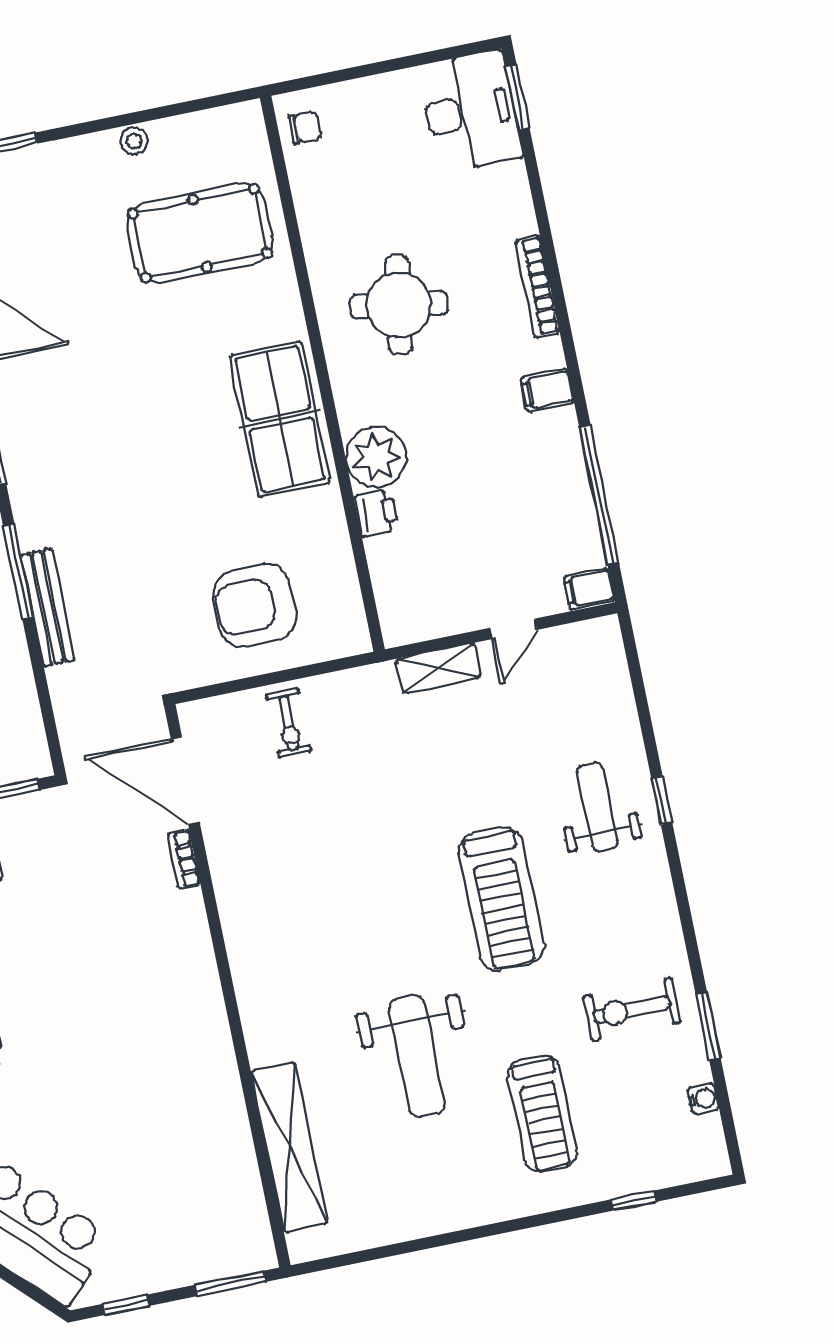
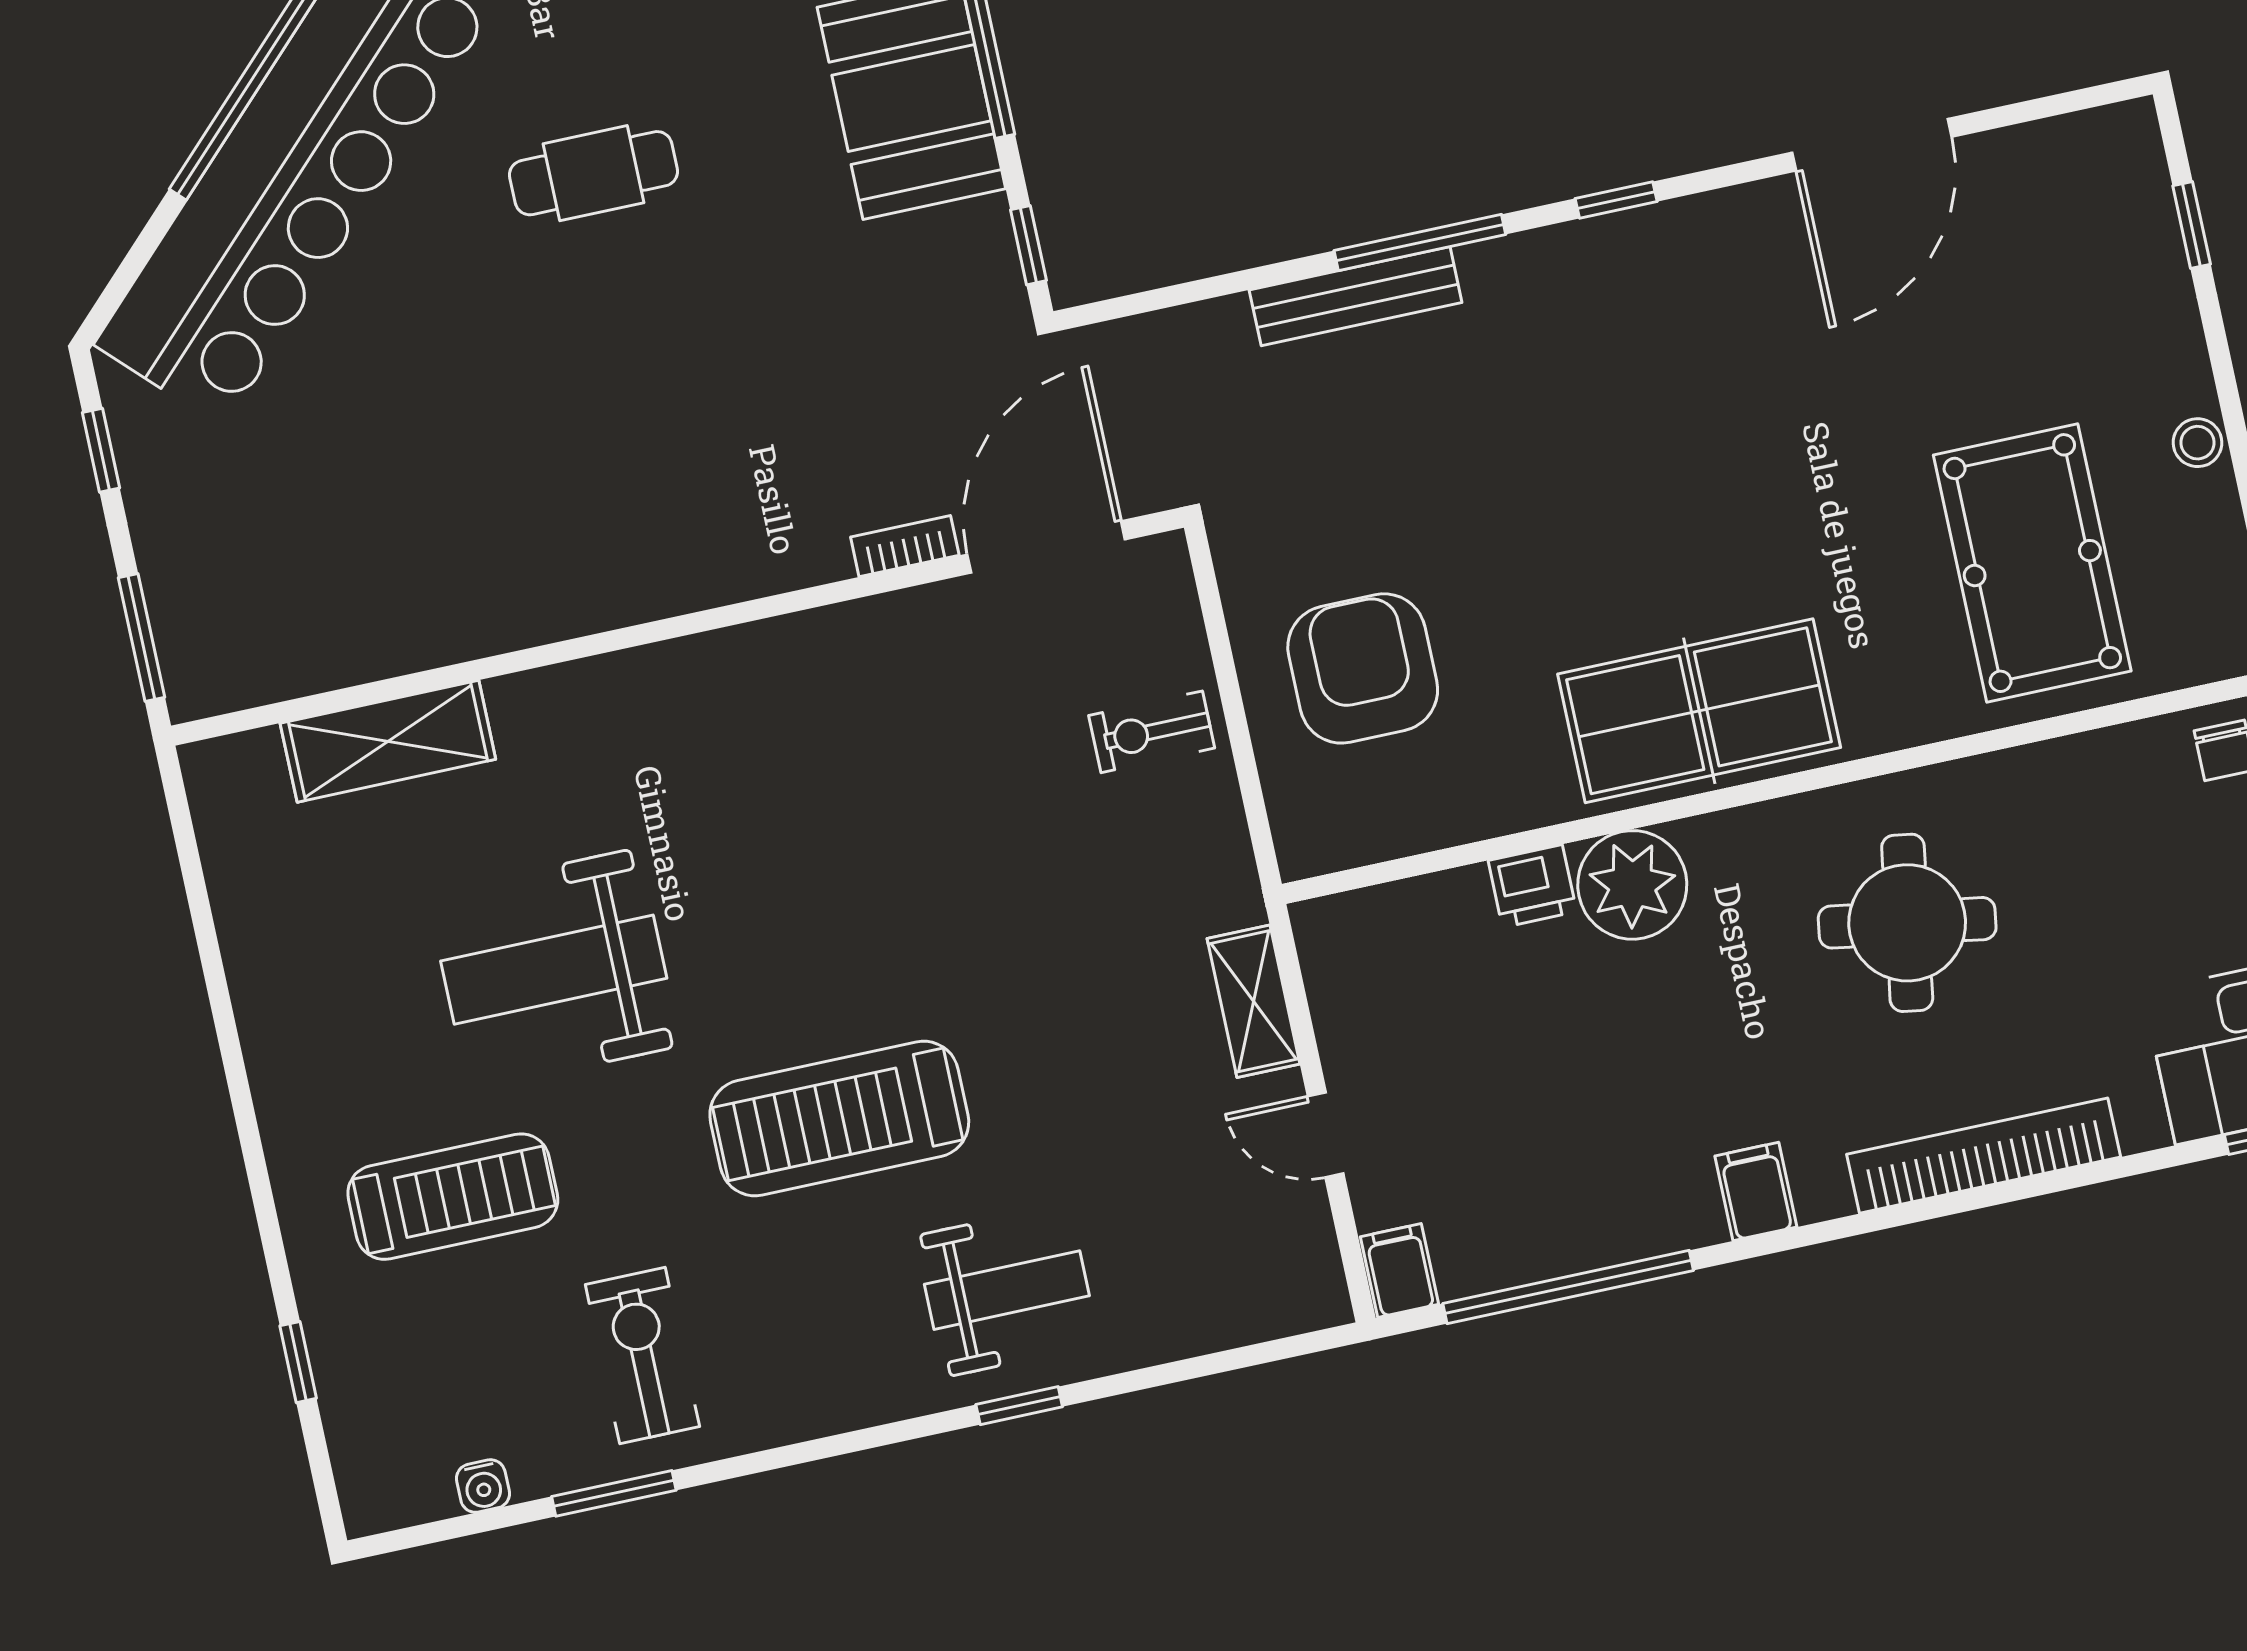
bookcase: (537, 286) -> (1984, 1156), width x1.48, depth x1.31
treadmill: (542, 1114) -> (453, 1197), turned 180
shelving: (289, 1147) -> (388, 741), width x0.68

